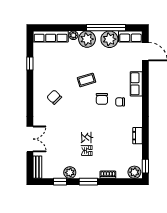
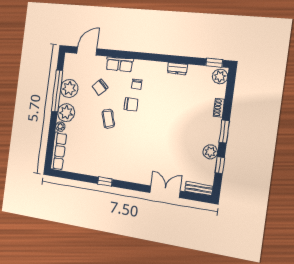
row of seats: (130, 36) -> (69, 66), removed
window: (30, 64) -> (105, 182), moved
chair: (54, 97) -> (100, 87), moved

